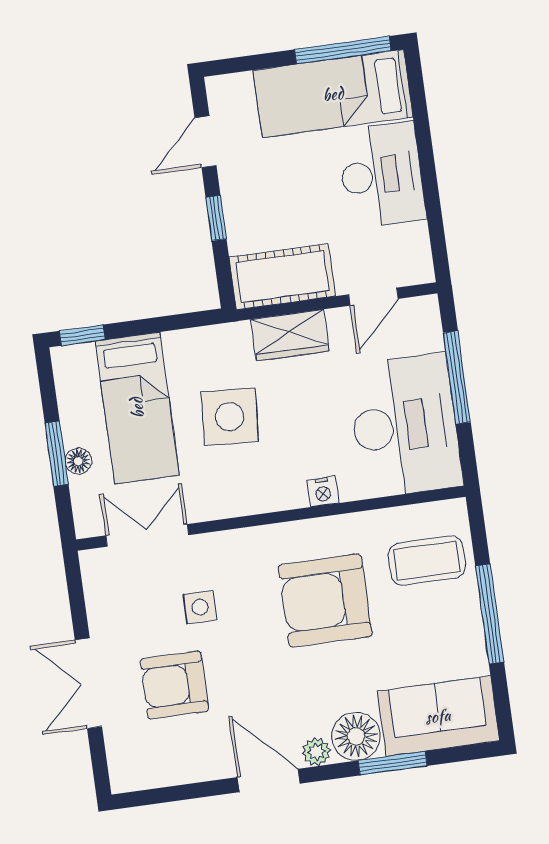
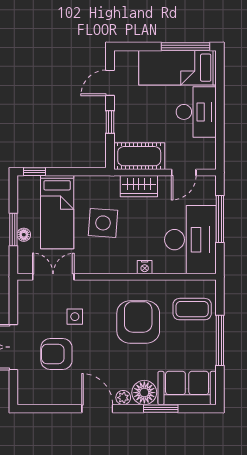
armchair: (325, 601) -> (138, 322), turned 90

